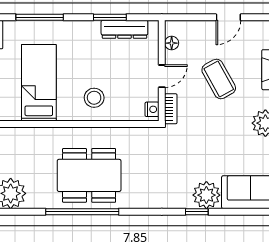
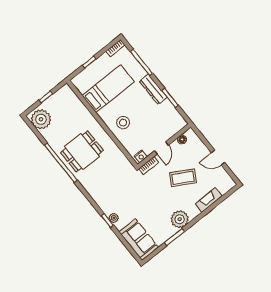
dresser: (124, 29) -> (153, 89), moved
door: (162, 76) -> (161, 148), hinge flipped
coffee table: (219, 79) -> (183, 178), turned 59
dining table: (89, 175) -> (82, 151), width x0.73
plant: (206, 195) -> (114, 218), width x0.53, depth x0.53

